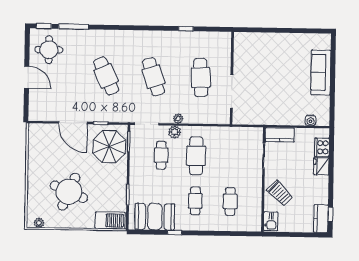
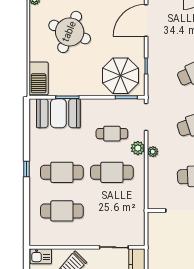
door: (73, 123) -> (146, 20), moved
cafe table: (195, 201) -> (62, 172), width x1.37, depth x1.35
cafe table: (230, 201) -> (62, 211), width x1.37, depth x1.35
booth: (155, 217) -> (58, 113), moved, turned 90
window: (175, 233) -> (26, 169), moved

